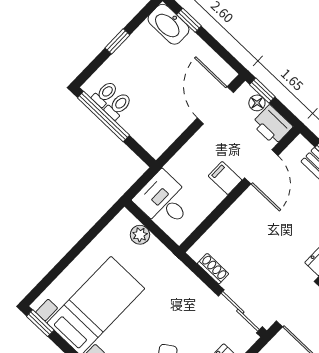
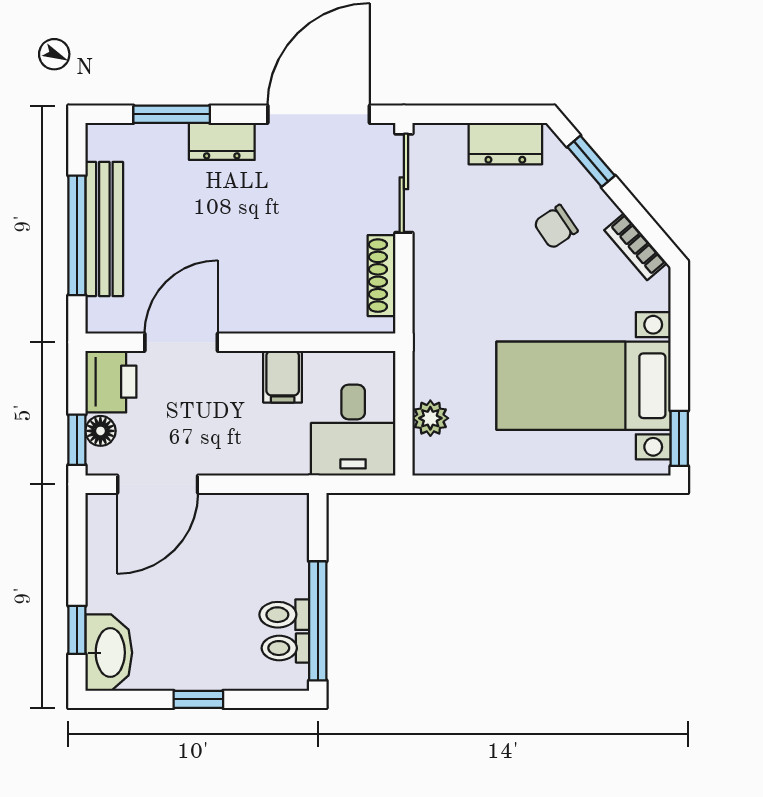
filing cabinet: (225, 178) -> (283, 377), moved
shoe rack: (213, 269) -> (381, 276), width x1.43

